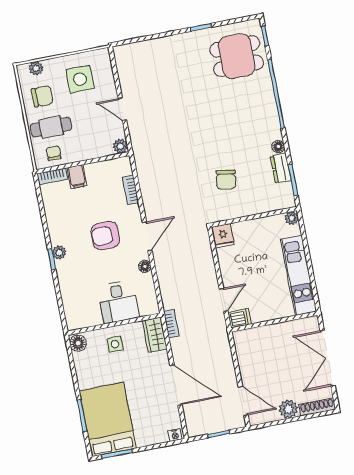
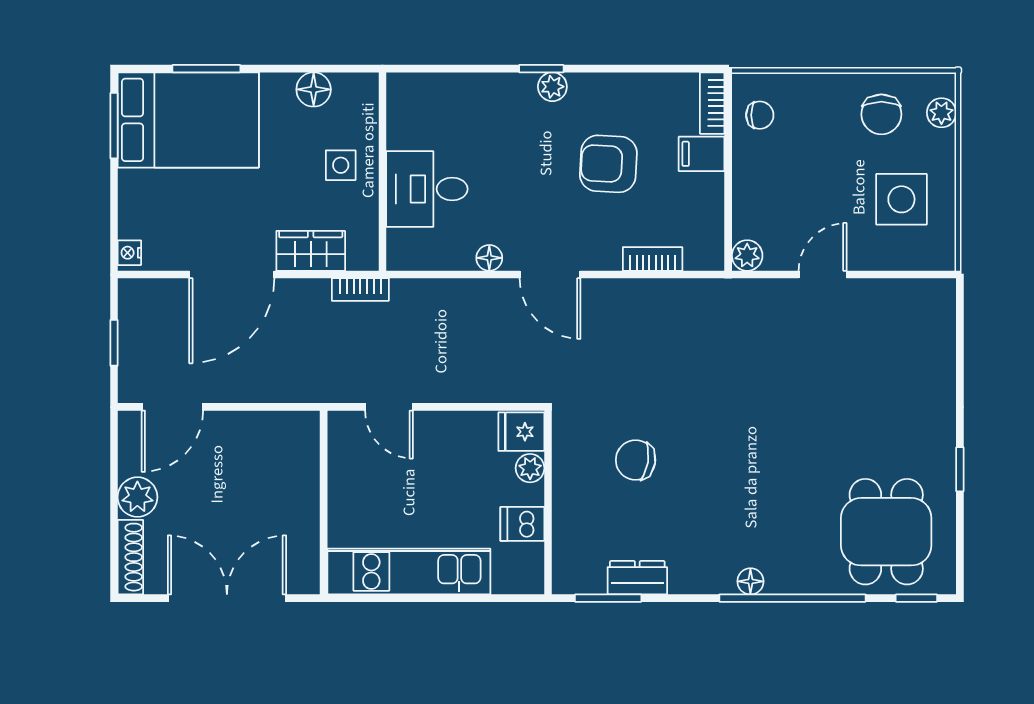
cafe table: (51, 127) -> (814, 120), removed
floor lamp: (278, 146) -> (750, 581), moved
plant: (292, 218) -> (530, 468), moved
armchair: (105, 236) -> (608, 164), moved, turned -87
dishwasher: (240, 318) -> (522, 524), moved, turned 90
wardrobe: (155, 335) -> (311, 251), moved
floor lamp: (78, 343) -> (314, 89), moved

